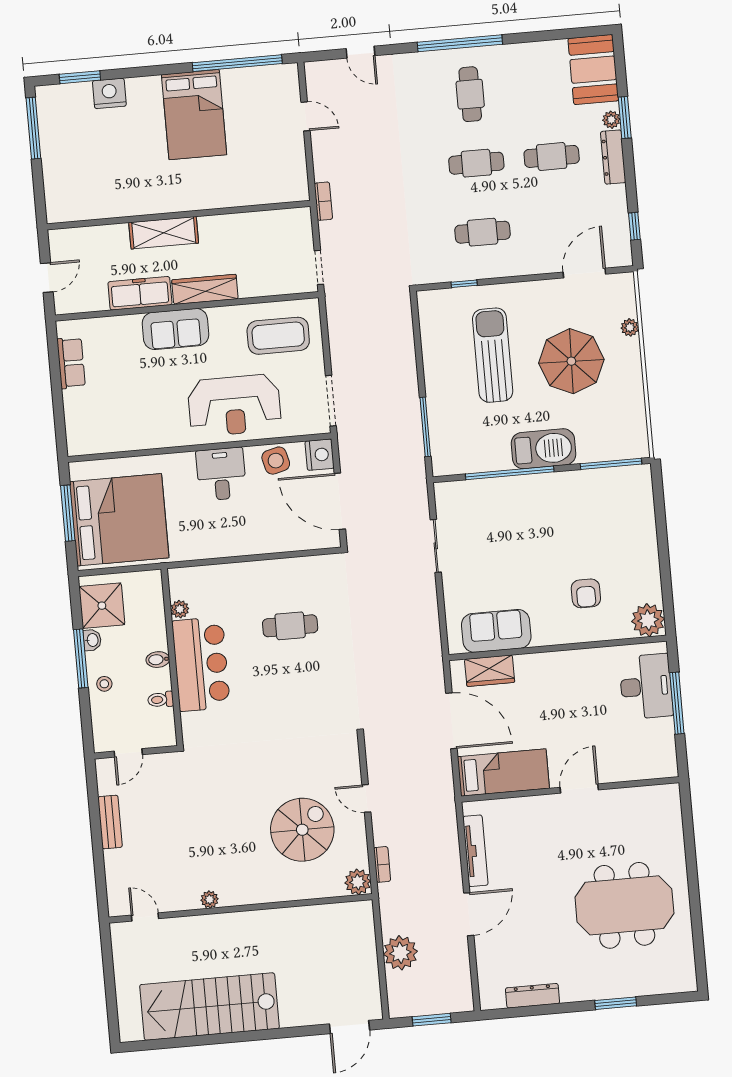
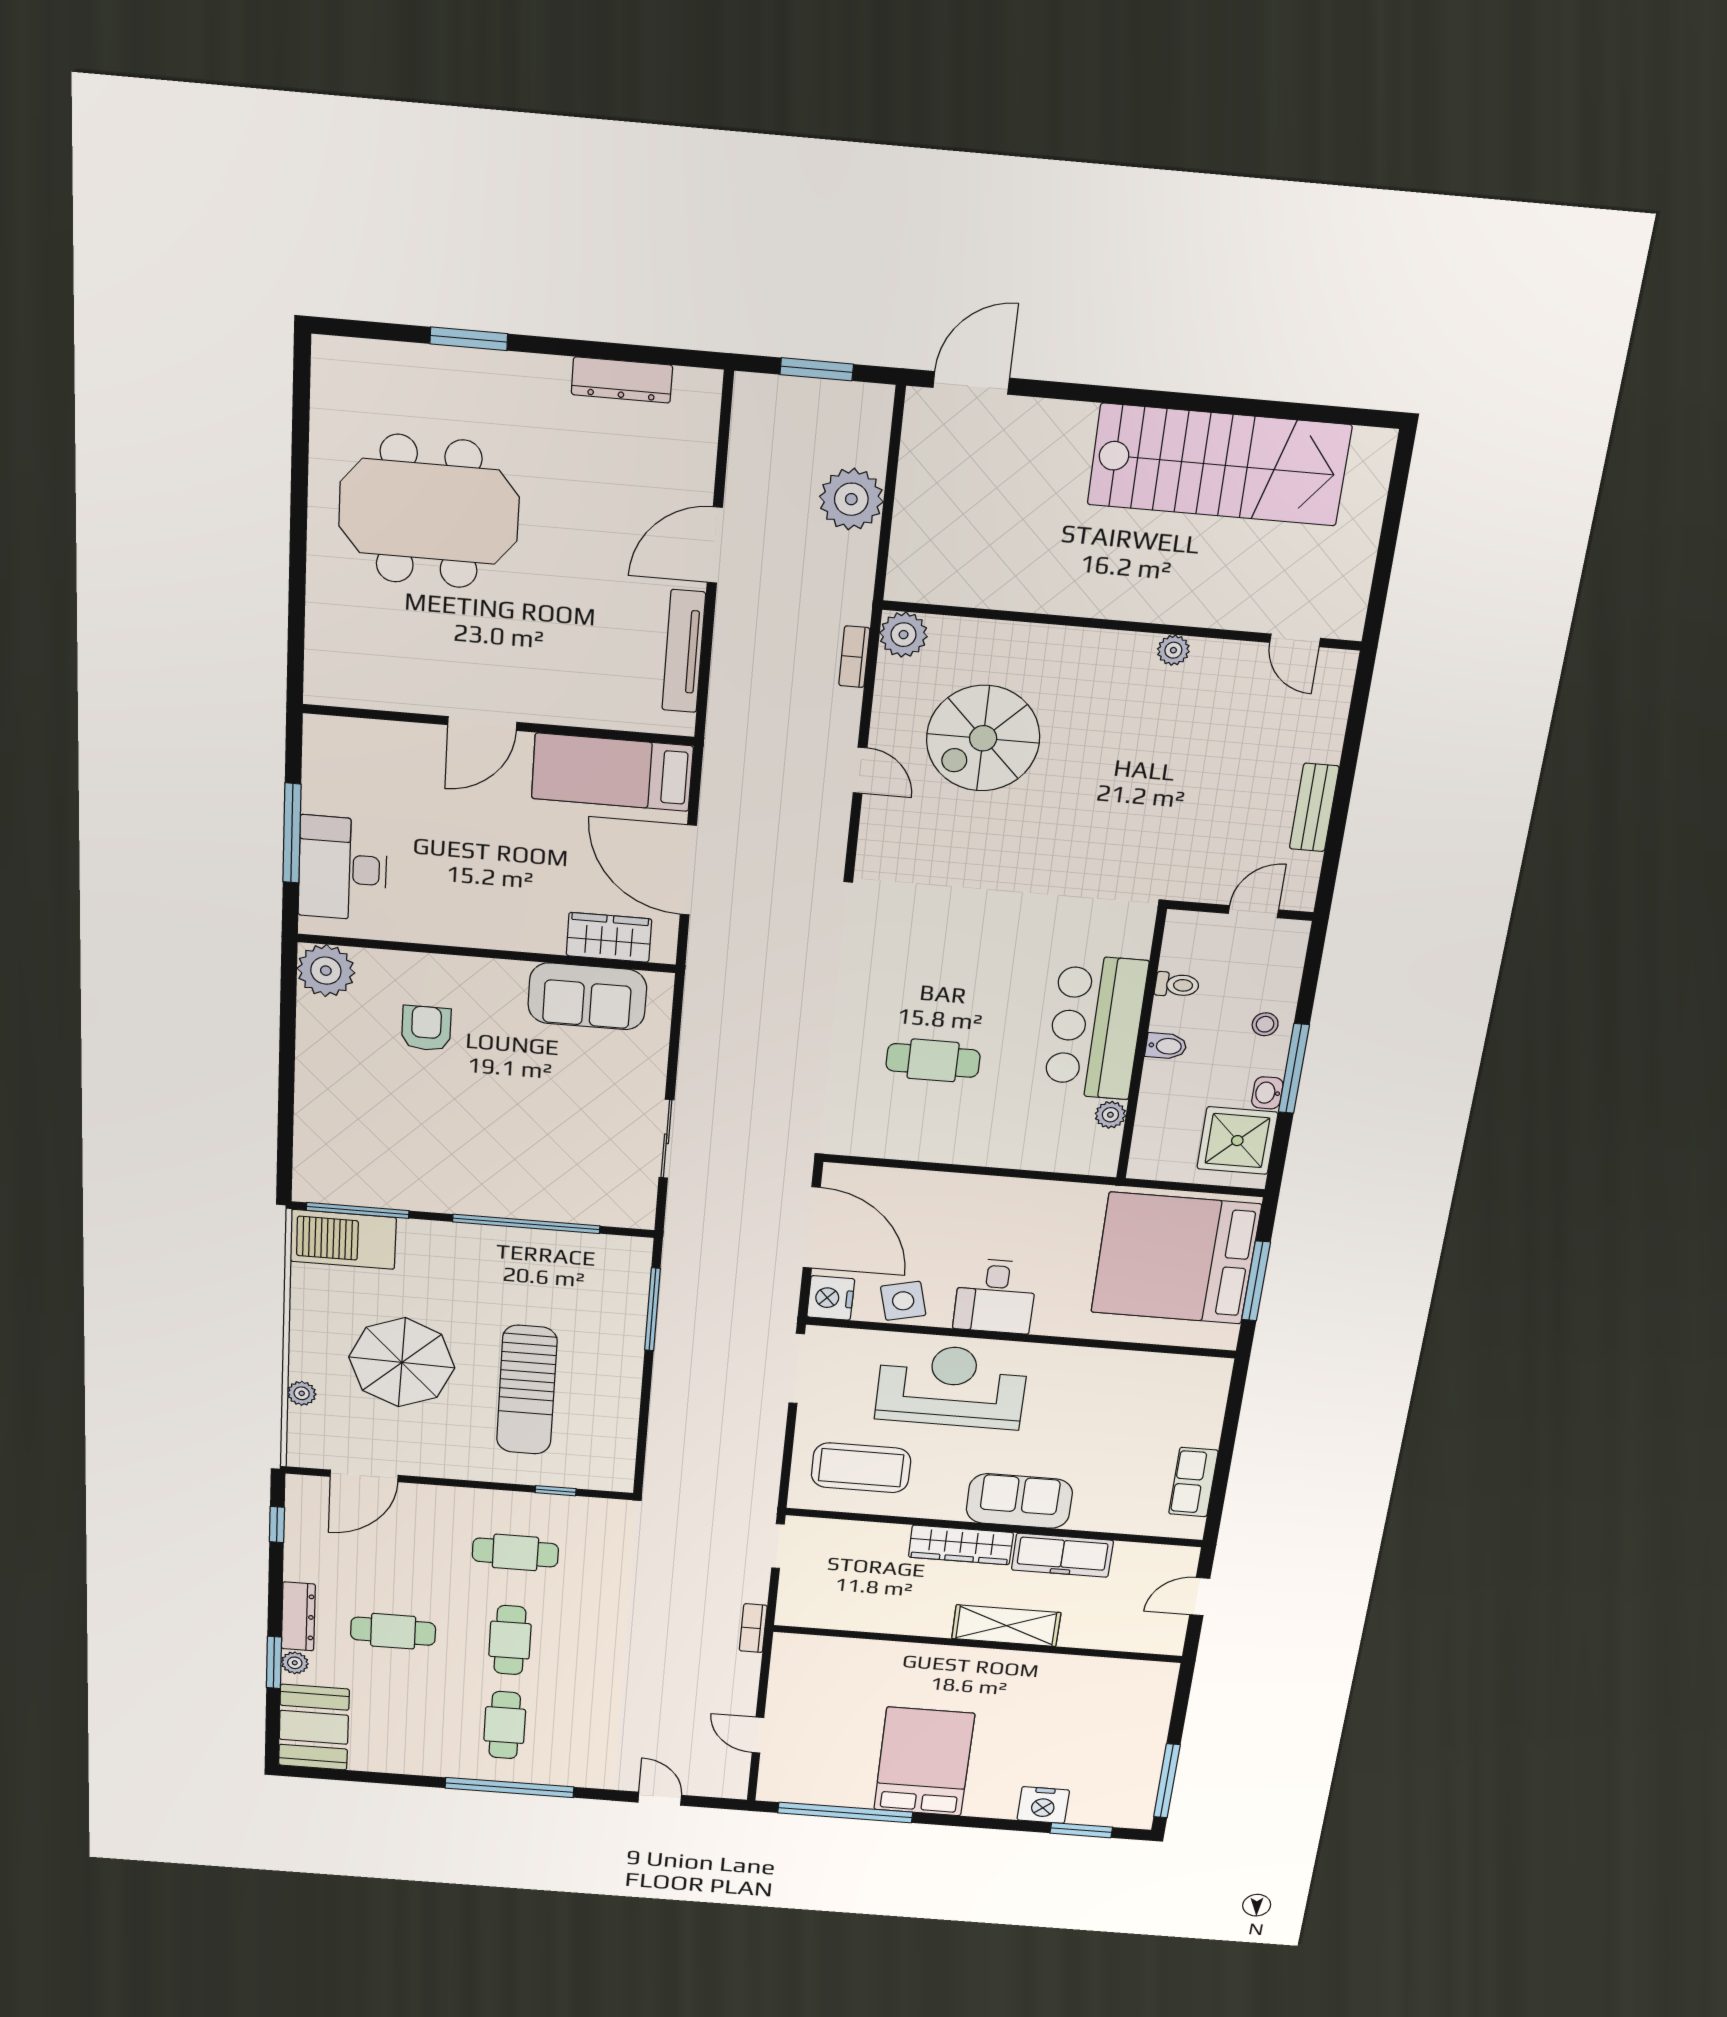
cafe table: (476, 163) -> (510, 1640), turned 90
barbecue: (543, 449) -> (343, 1239), moved

